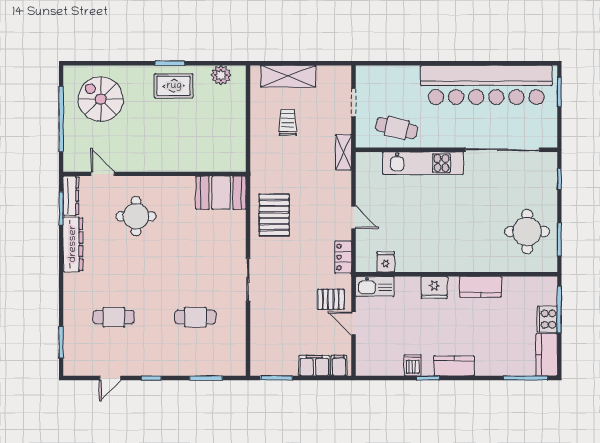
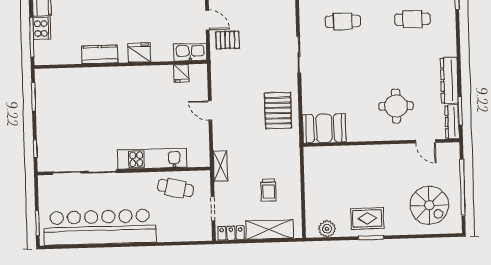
round table: (527, 232) -> (61, 103), removed
locker: (343, 257) -> (231, 233), moved, turned -90

